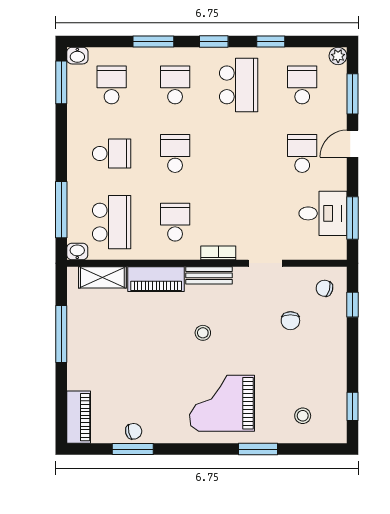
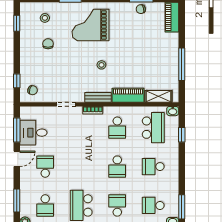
school desk: (112, 85) -> (153, 205), turned 90
school desk: (175, 85) -> (117, 205), turned 180
door: (352, 144) -> (17, 159), moved
school desk: (302, 154) -> (45, 167), turned 180
window: (61, 210) -> (182, 135), width x0.46
school desk: (112, 222) -> (153, 128), turned 180
chair: (290, 321) -> (48, 44), moved
grand piano: (222, 403) -> (91, 25), turned 180

